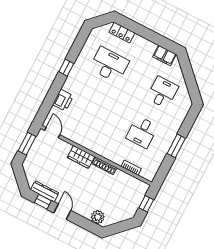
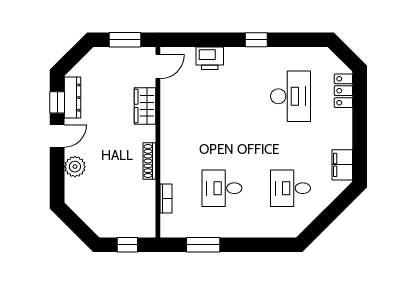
desk: (162, 92) -> (290, 188), turned 180
window: (176, 146) -> (203, 245), moved
wardrobe: (81, 157) -> (145, 106), moved
plant: (98, 217) -> (75, 167), moved

